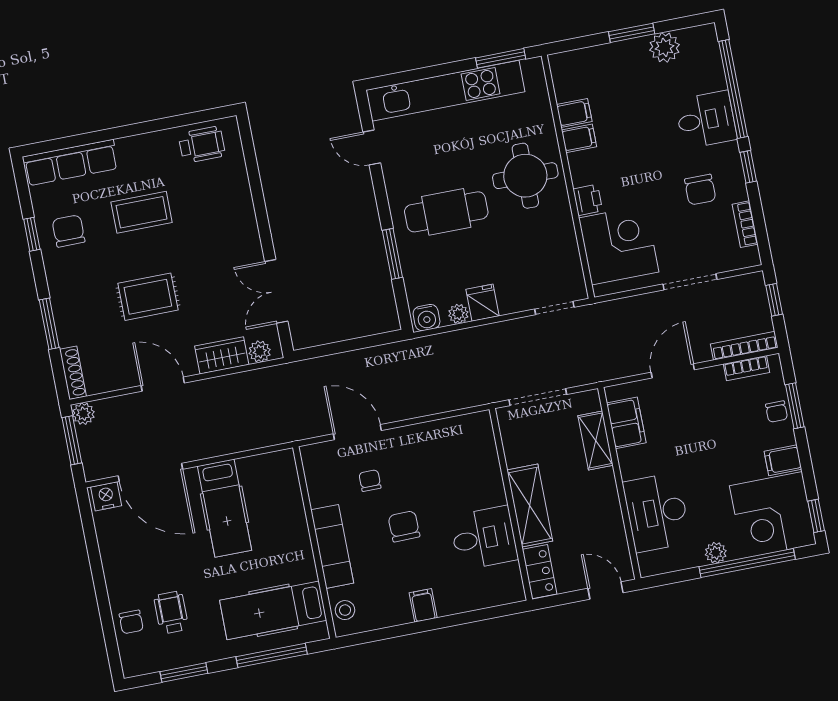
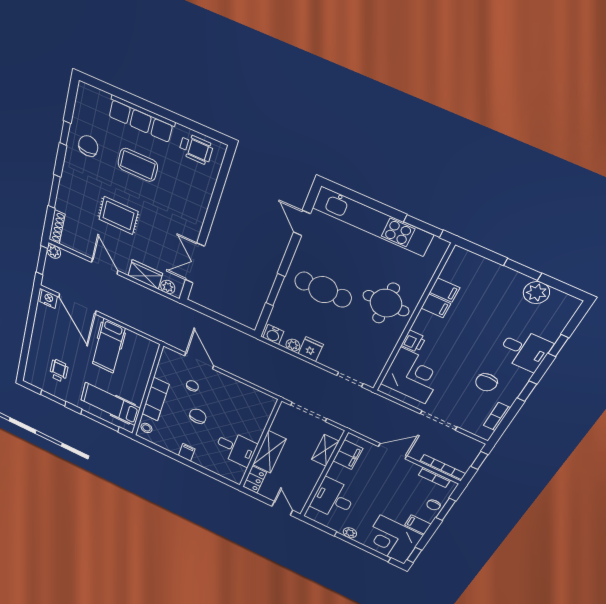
window: (733, 89) -> (558, 346), width x0.32
row of seats: (70, 163) -> (141, 119), moved
chair: (131, 622) -> (37, 361), removed

